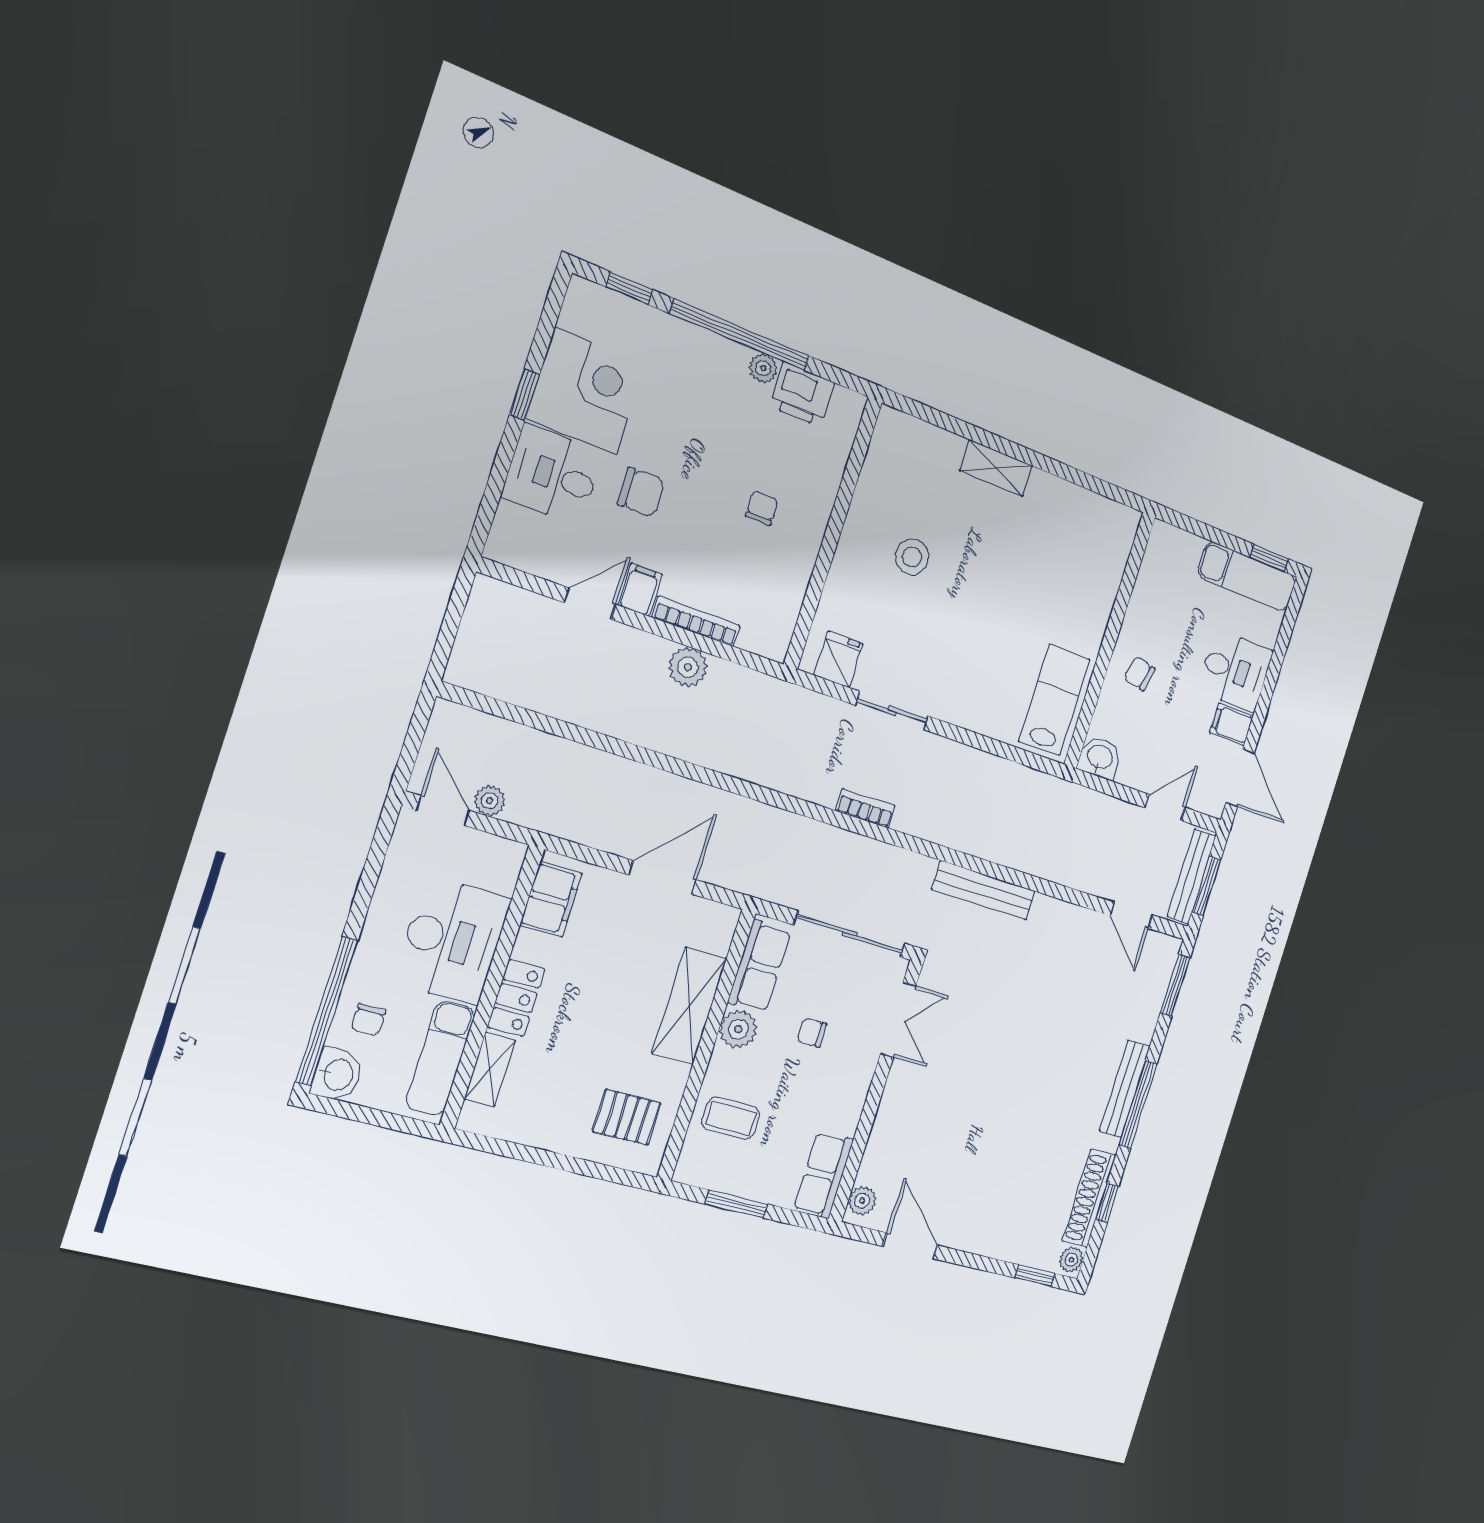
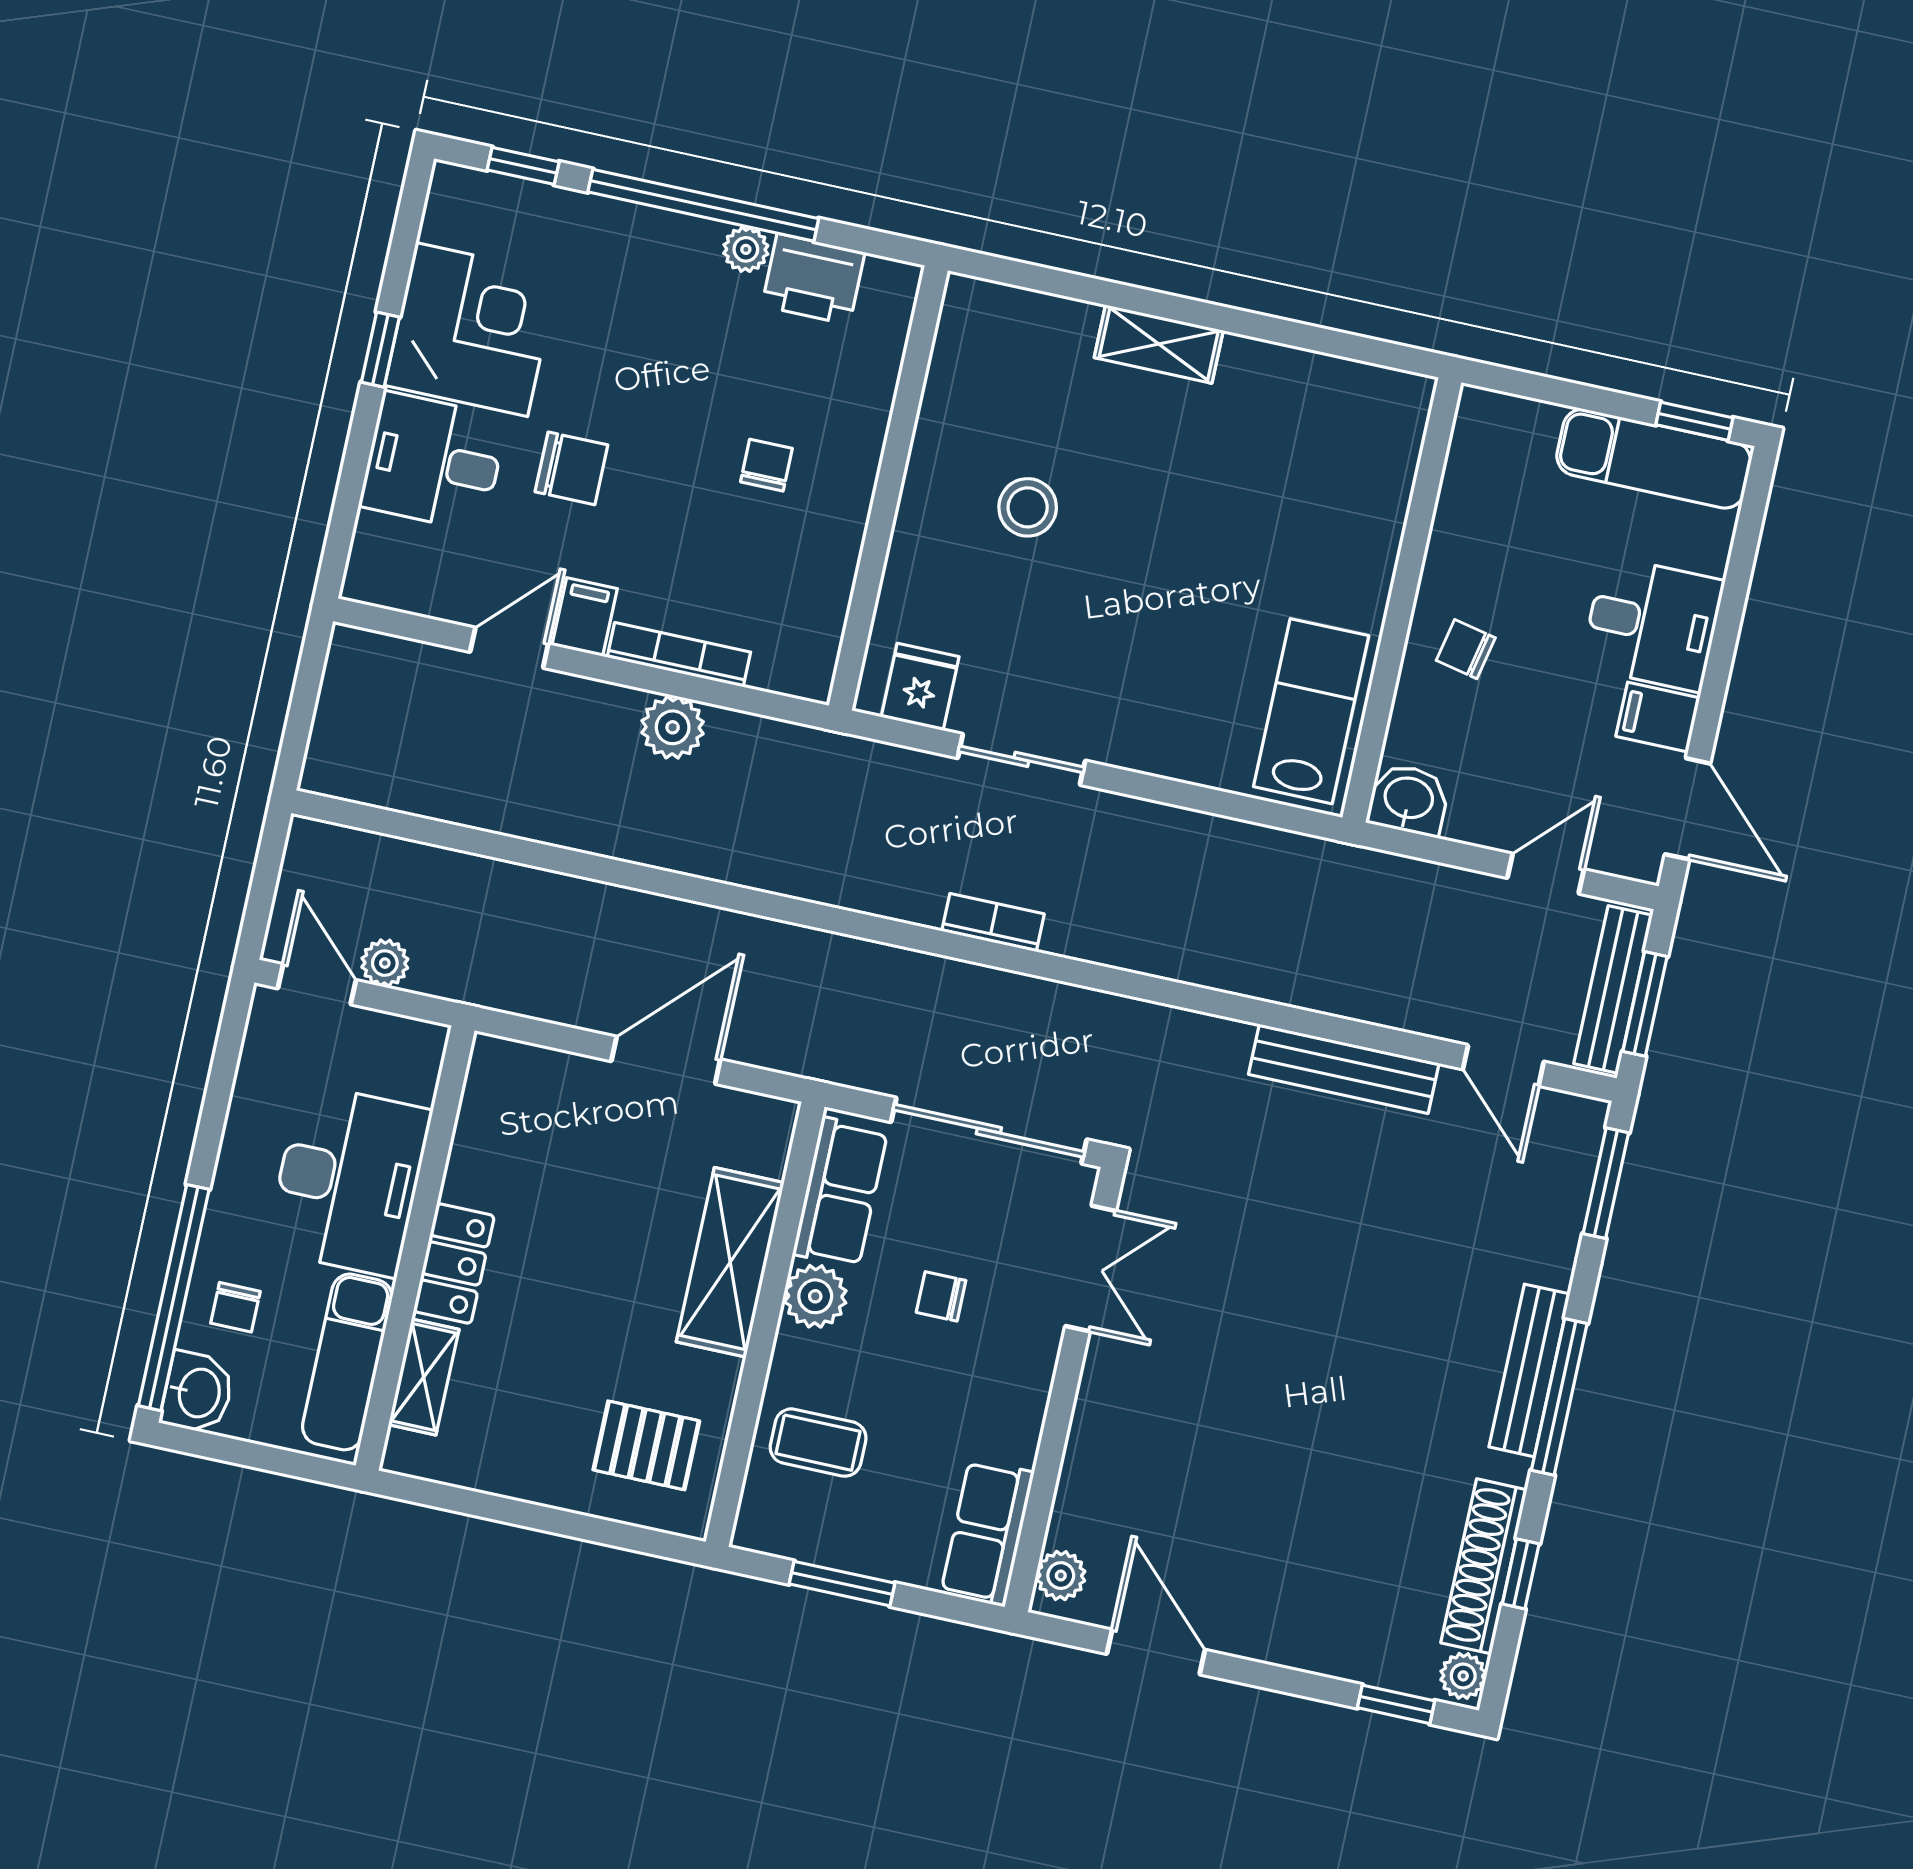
bench: (984, 890) -> (1344, 1069), moved
filing cabinet: (551, 899) -> (493, 1107), removed

